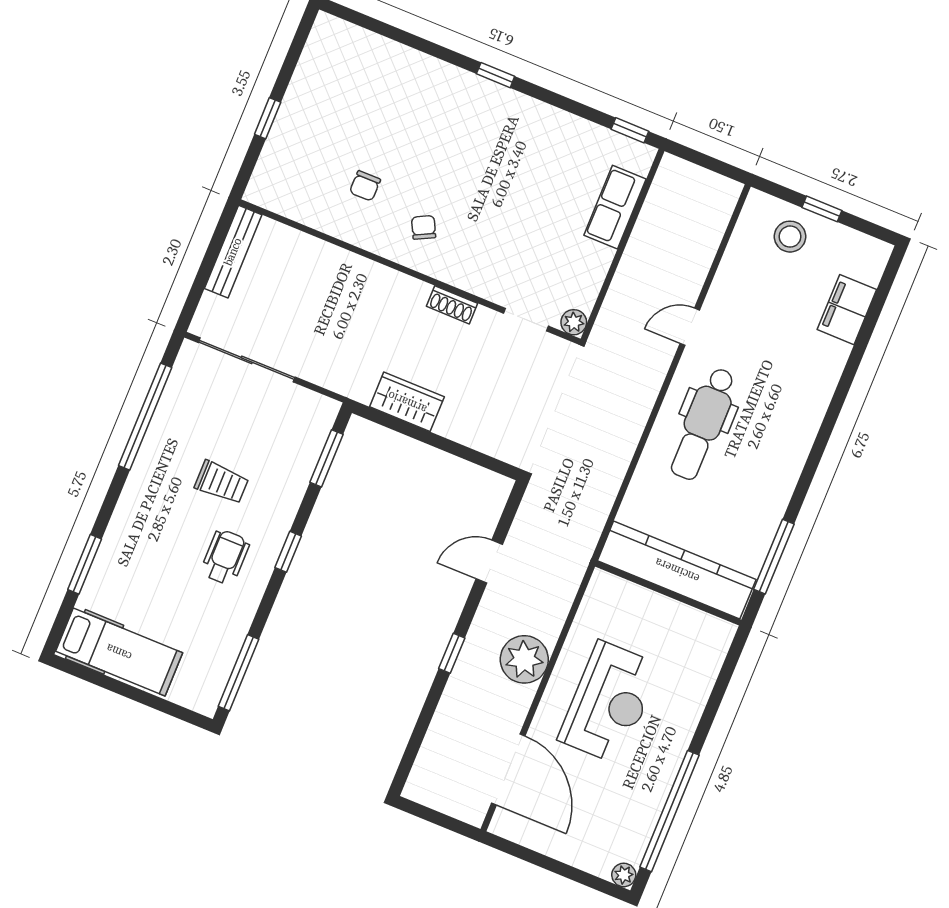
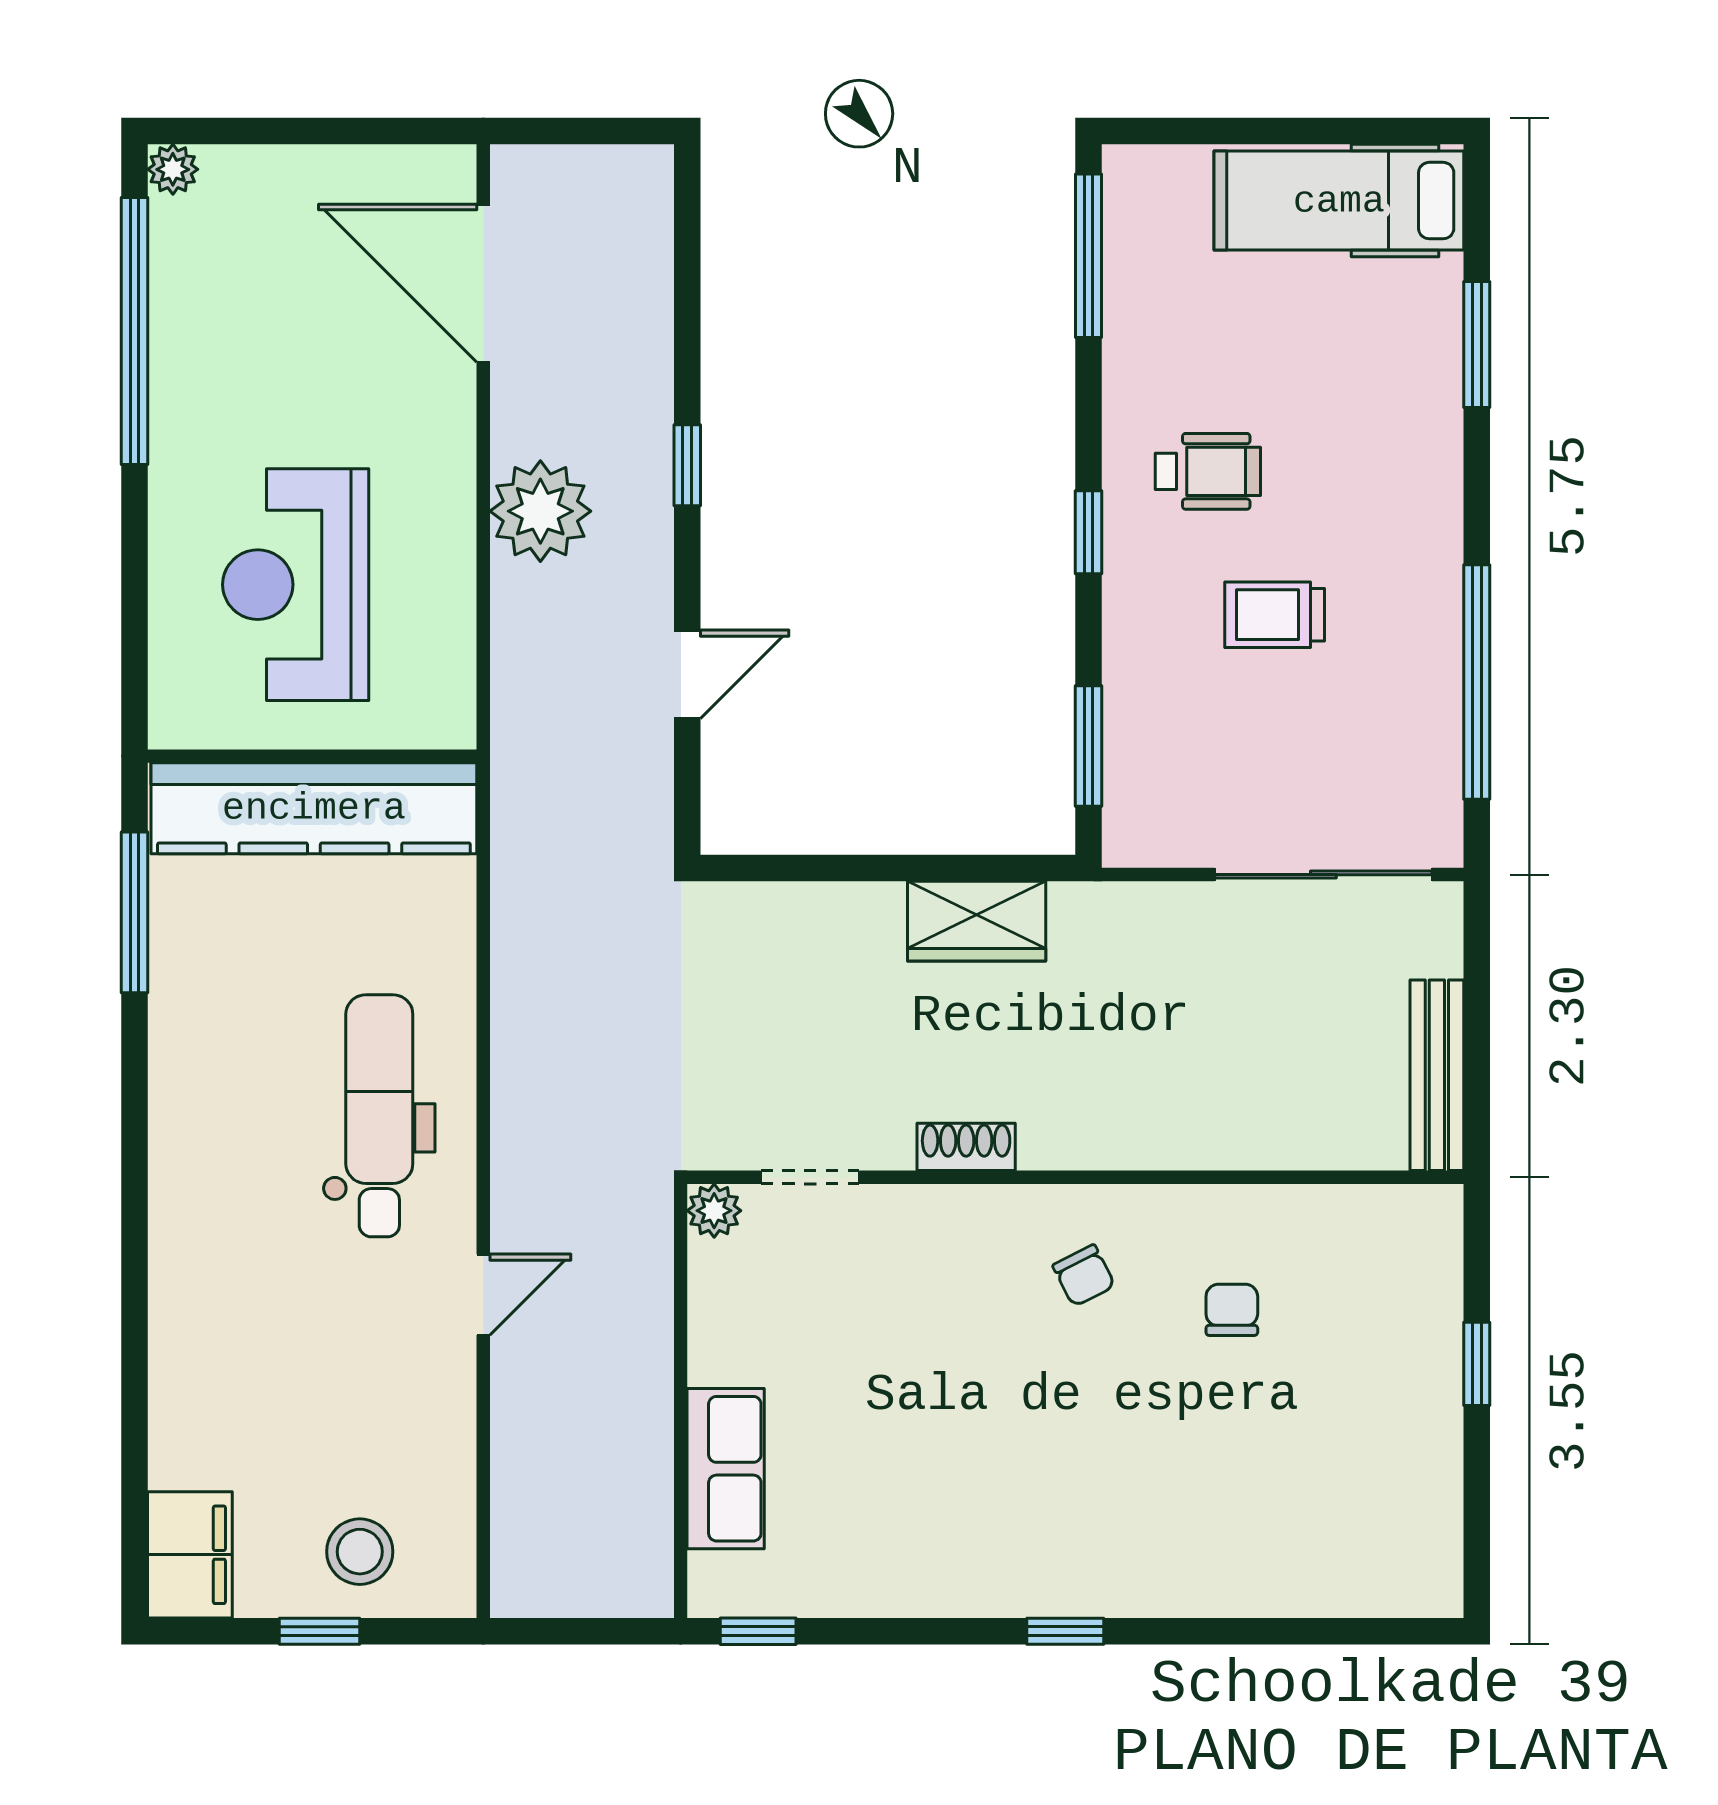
filing cabinet: (847, 310) -> (190, 1555), moved
wheelchair: (225, 557) -> (1208, 471), turned -90
reception desk: (609, 702) -> (296, 585), moved

